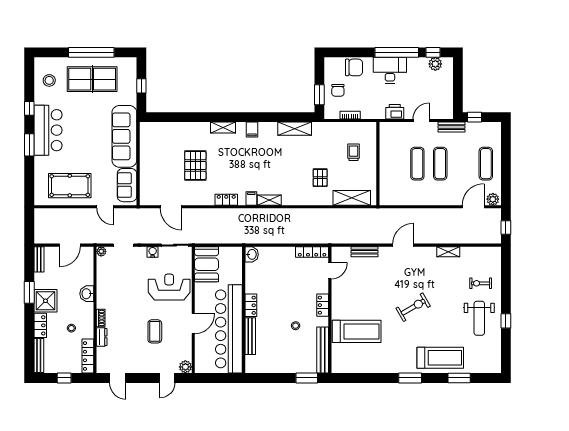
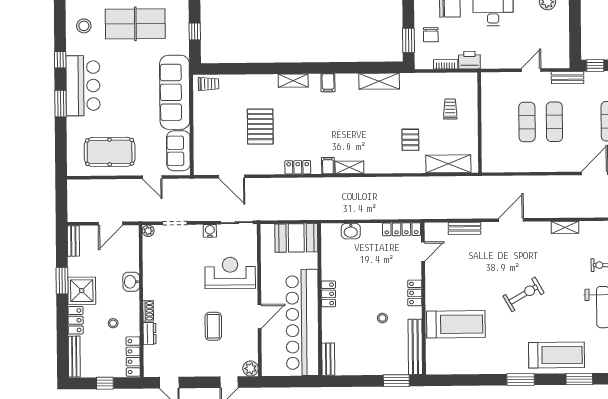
printer: (395, 112) -> (469, 60), moved
trolley: (153, 130) -> (208, 84), added
washbasin: (252, 254) -> (351, 231), moved, turned 90
booth: (207, 264) -> (296, 238), moved, turned 90
bench: (250, 336) -> (328, 359), moved, width x0.73

